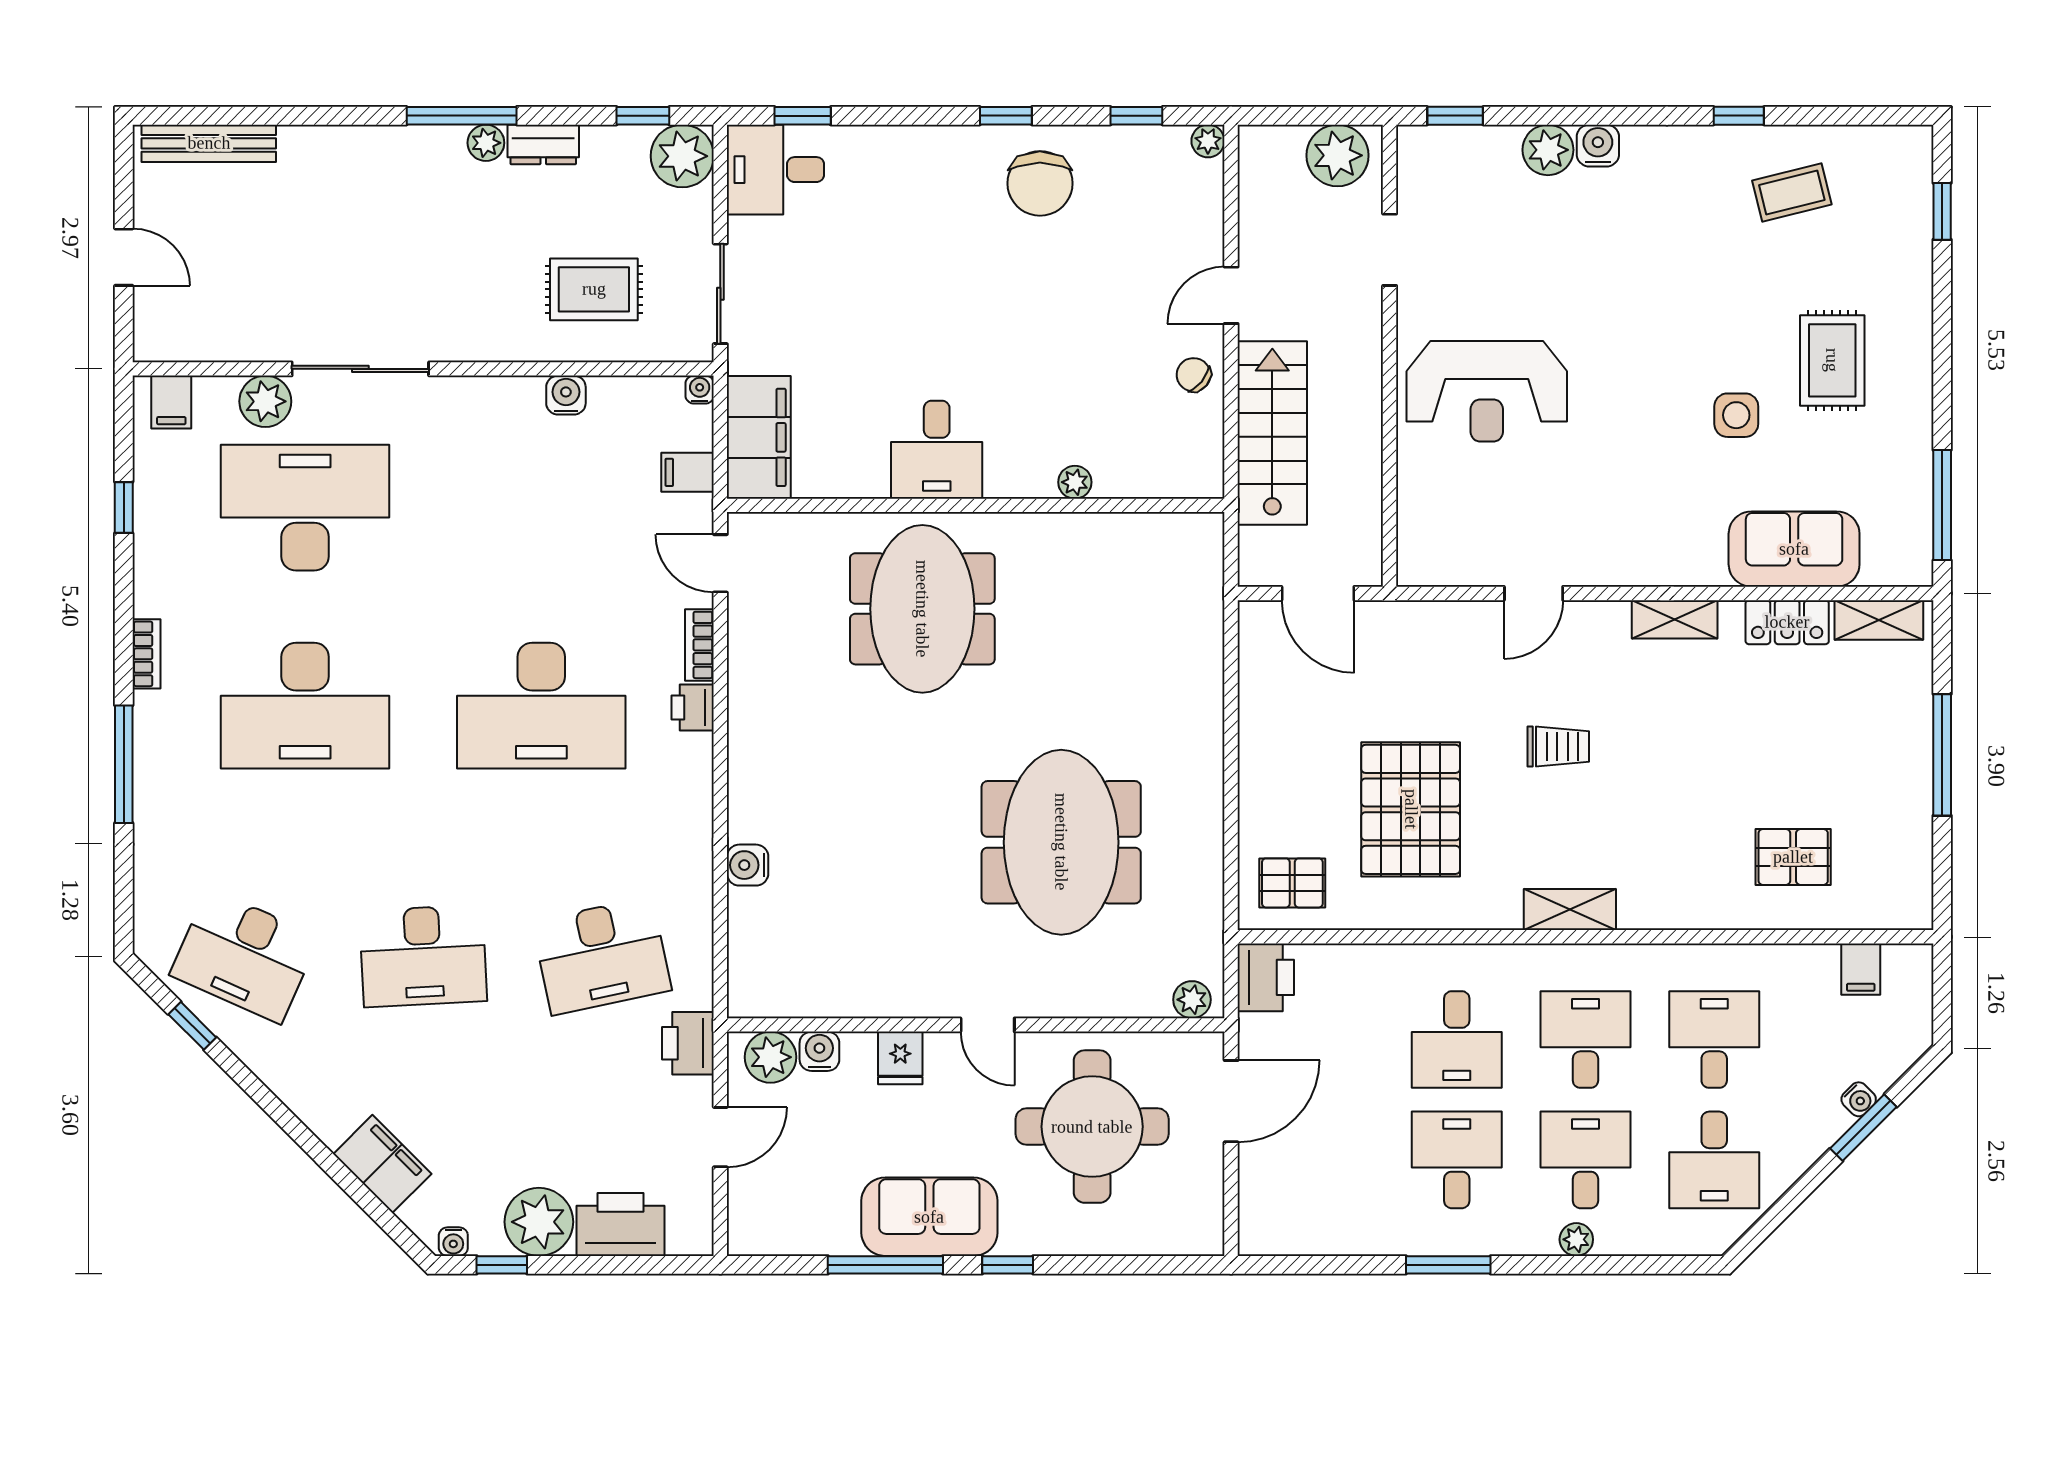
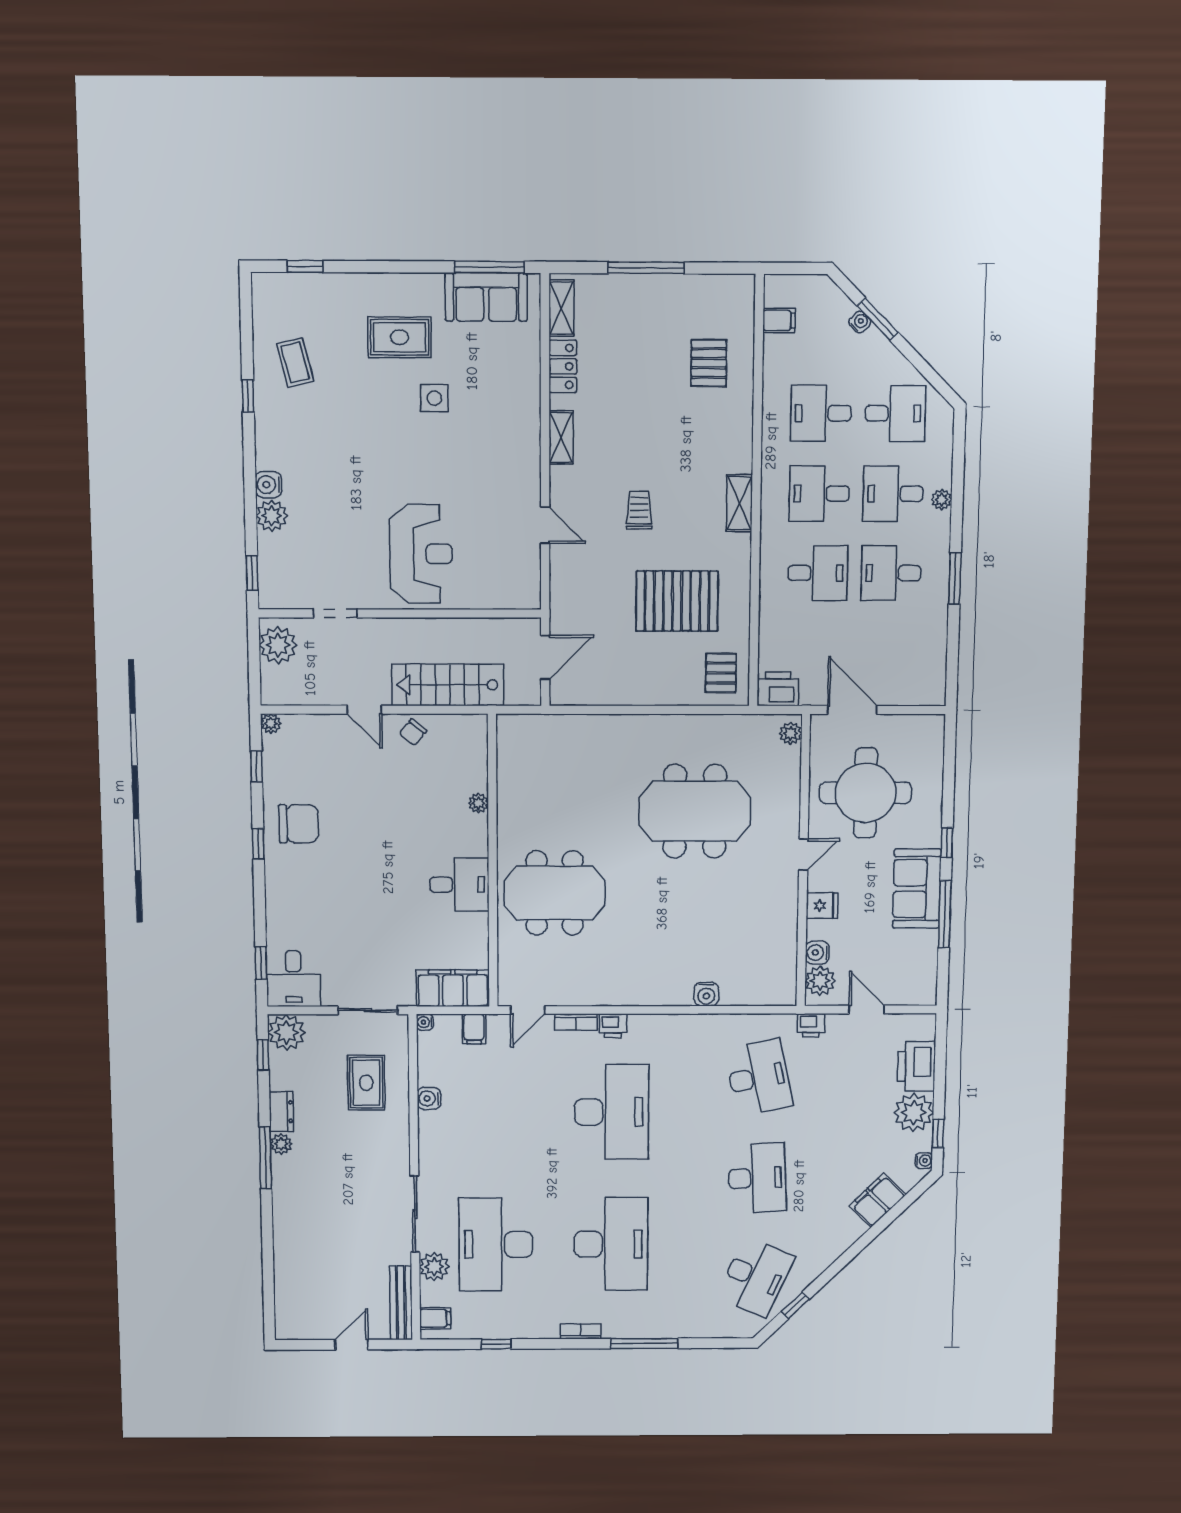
bench: (209, 143) -> (401, 1303), moved
sofa: (1794, 549) -> (486, 297), moved, turned -90
printer: (688, 1043) -> (811, 1025), width x0.73, depth x0.81

